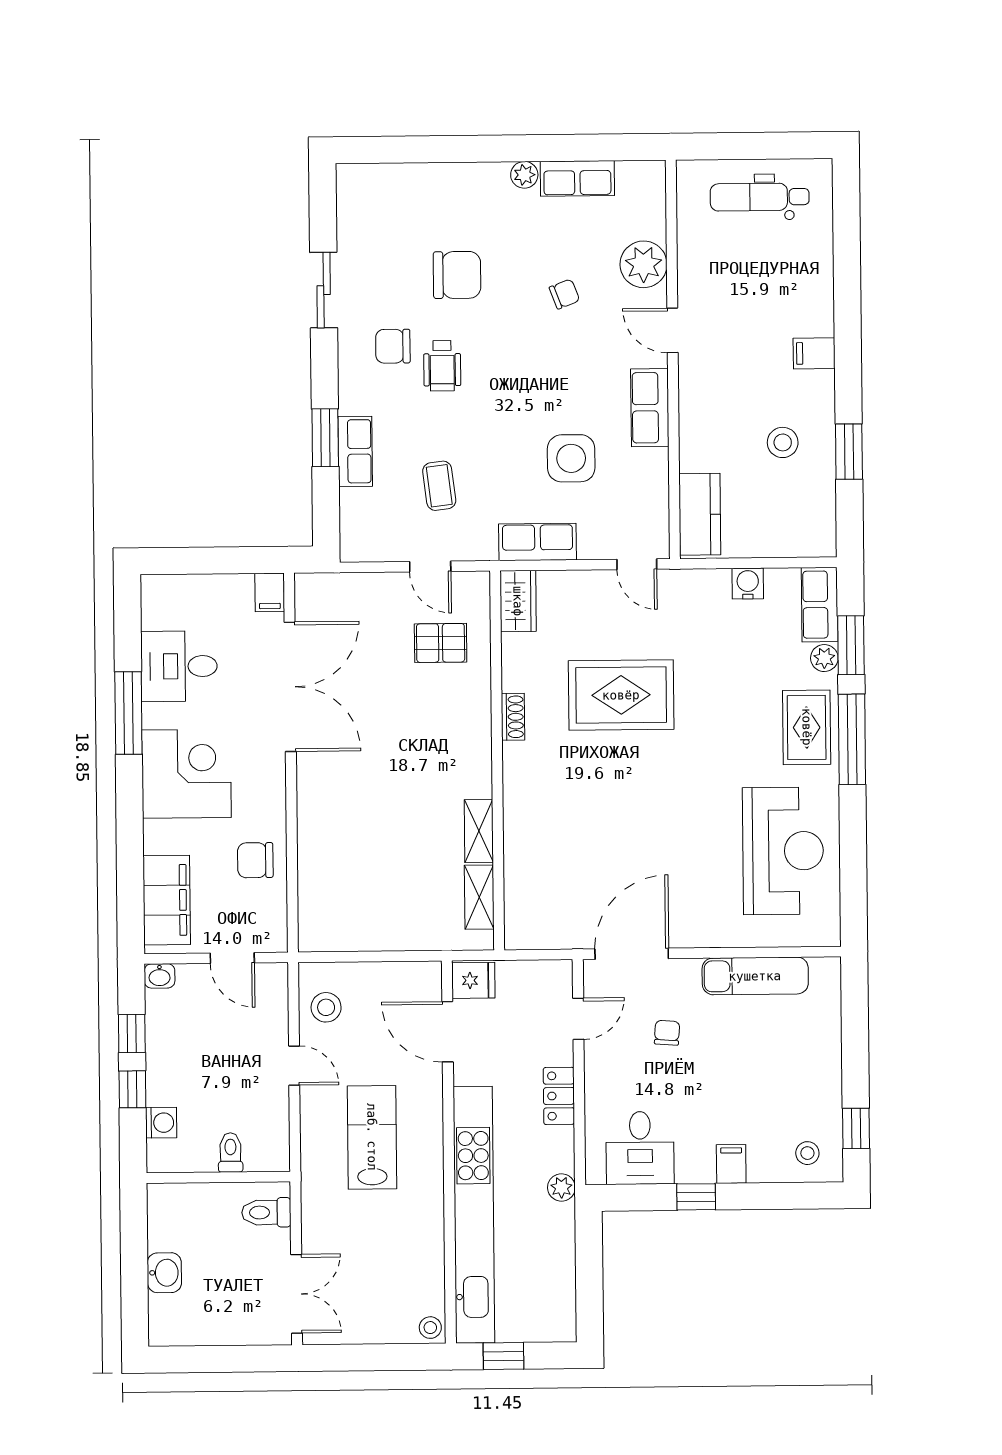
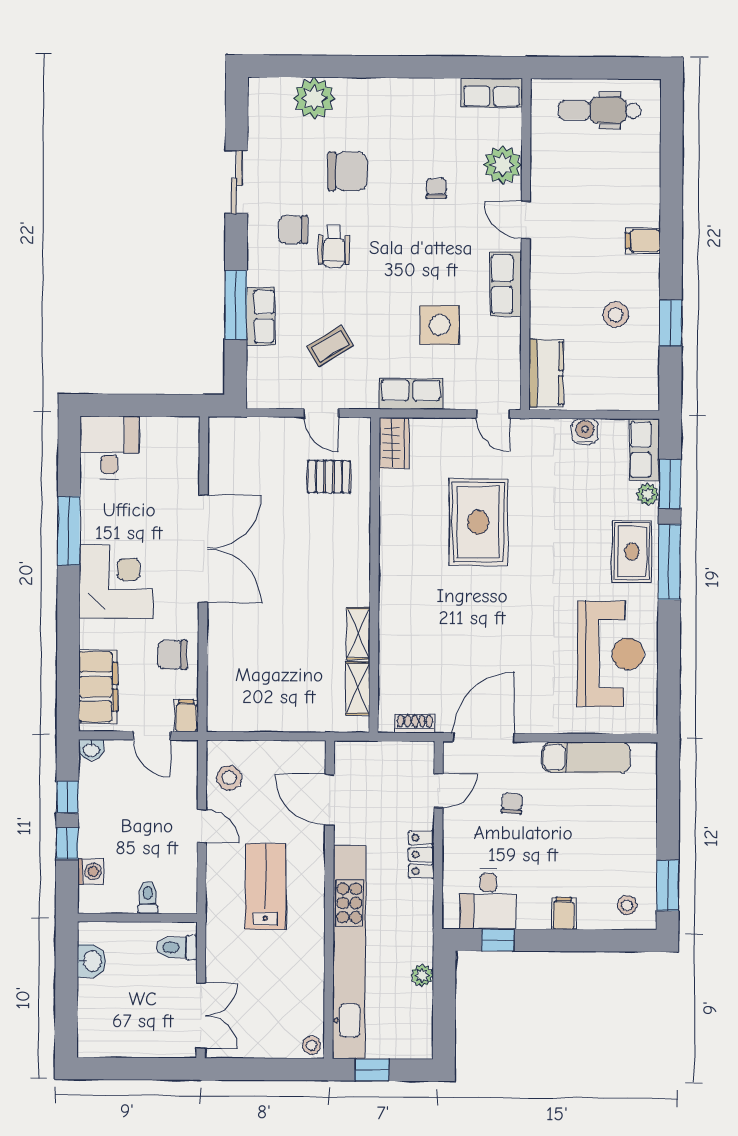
plant: (524, 175) -> (314, 98), moved, width x1.88, depth x1.88
row of seats: (577, 178) -> (492, 93), moved
chair: (564, 294) -> (436, 188), turned -69
window: (325, 438) -> (236, 305), width x1.44
coffee table: (439, 486) -> (330, 346), turned 65
filing cabinet: (270, 592) -> (186, 716), moved, turned 180
desk: (179, 666) -> (109, 448), moved, turned 90
double door: (290, 687) -> (203, 549), moved
rug: (621, 695) -> (478, 522), turned 90
shoe rack: (513, 717) -> (415, 723), moved, turned -90
fridge: (473, 980) -> (352, 757), removed
window: (856, 1128) -> (668, 885), width x1.50
plant: (561, 1187) -> (422, 975), moved
window: (696, 1197) -> (498, 940), moved
washbasin: (164, 1273) -> (91, 961), moved

